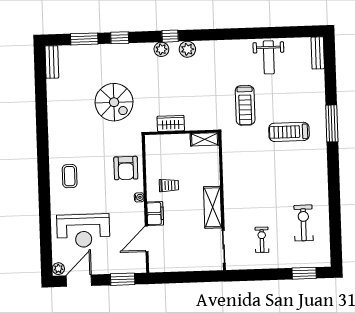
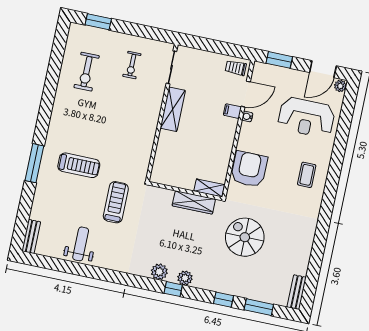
wardrobe: (171, 123) -> (194, 202), width x1.50
shelving: (205, 139) -> (209, 188), moved
armchair: (126, 168) -> (249, 169), width x1.36, depth x1.36
trolley: (169, 185) -> (236, 68), moved
water cooler: (139, 197) -> (247, 116), moved
filing cabinet: (155, 214) -> (232, 111), width x0.50
reception desk: (83, 231) -> (306, 117), turned 180

